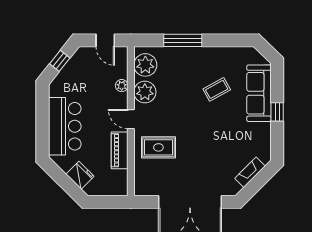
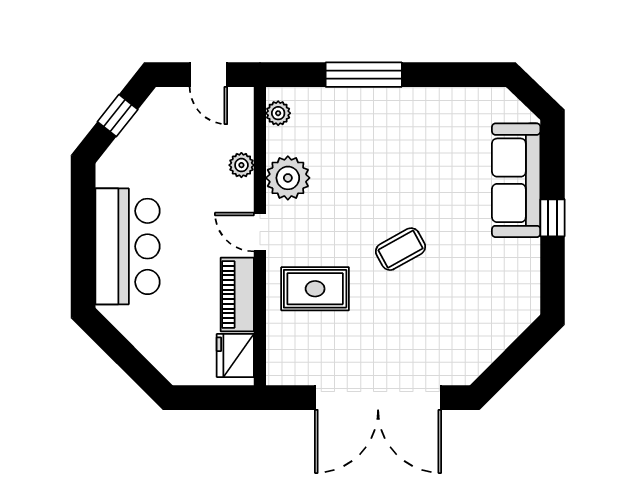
plant: (145, 65) -> (278, 113), width x0.53, depth x0.53
coffee table: (217, 89) -> (401, 249), moved
fireplace: (250, 172) -> (498, 338), removed
fridge: (80, 175) -> (235, 355), moved, turned -135

